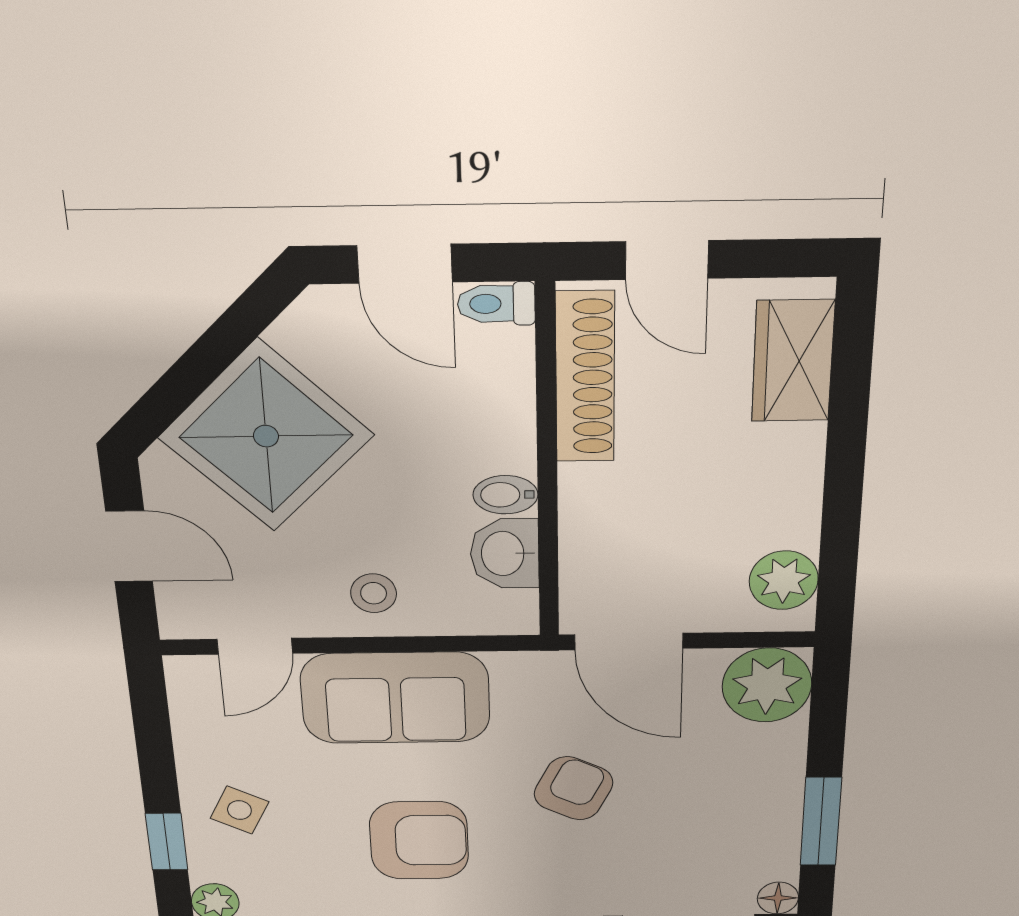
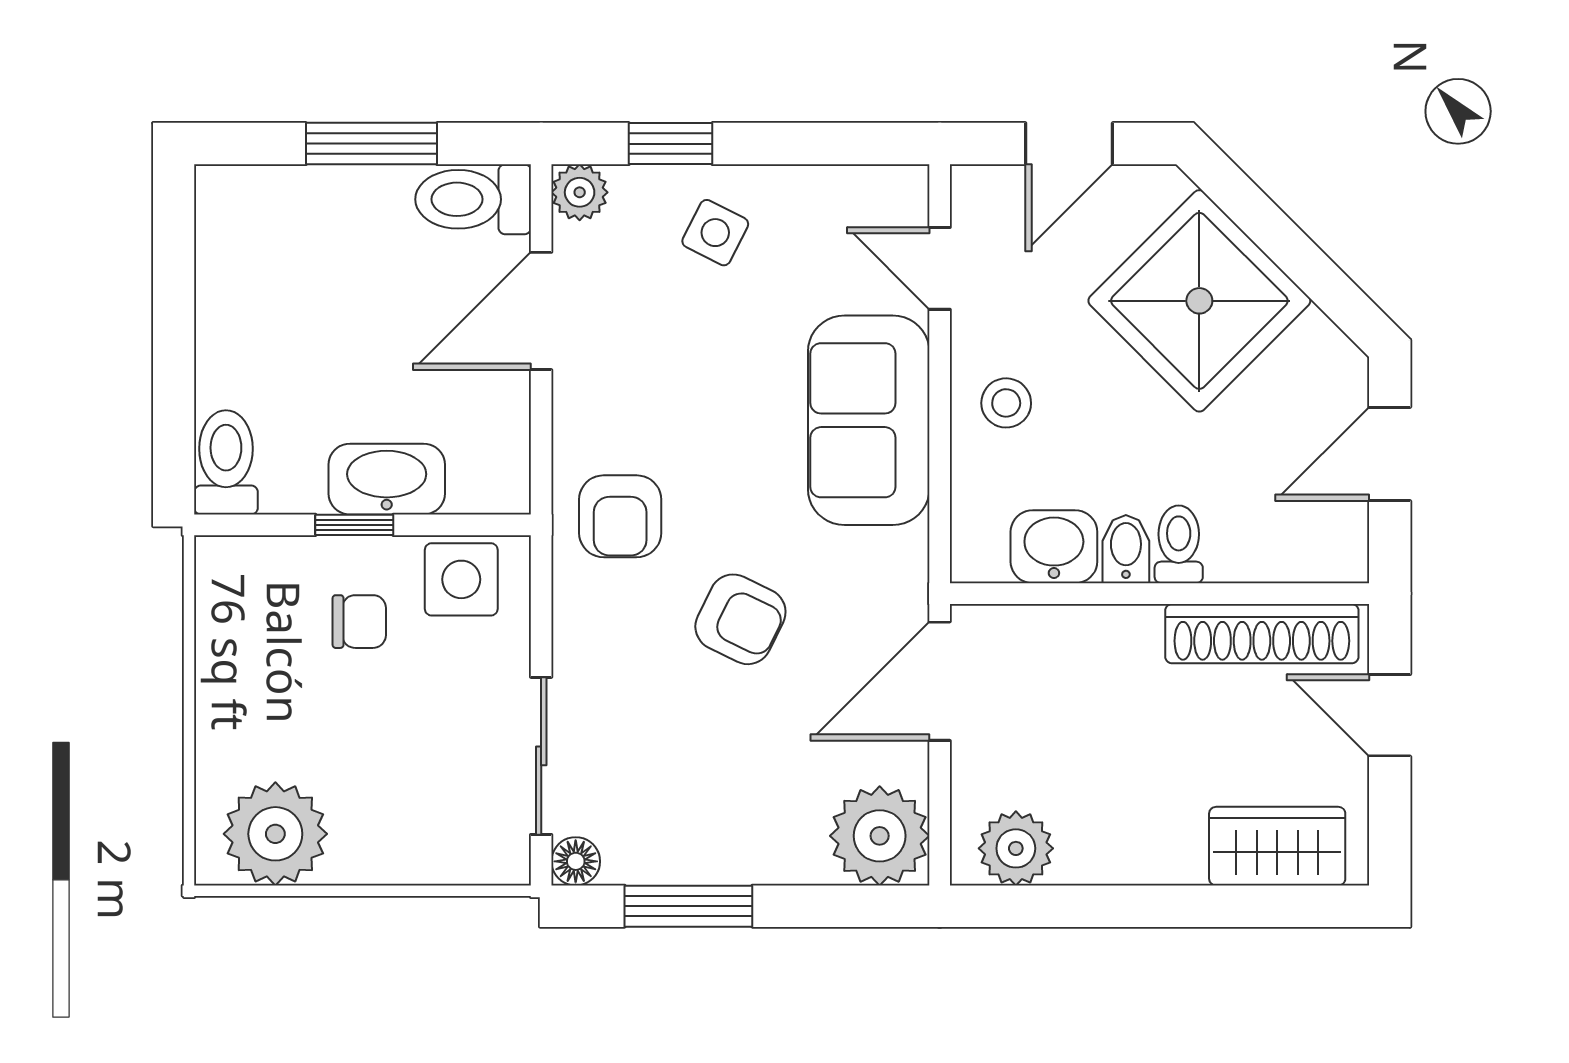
door: (667, 260) -> (1390, 715), hinge flipped
toilet: (496, 304) -> (1179, 544), moved
armchair: (419, 840) -> (620, 516), moved, width x0.72, depth x0.72

